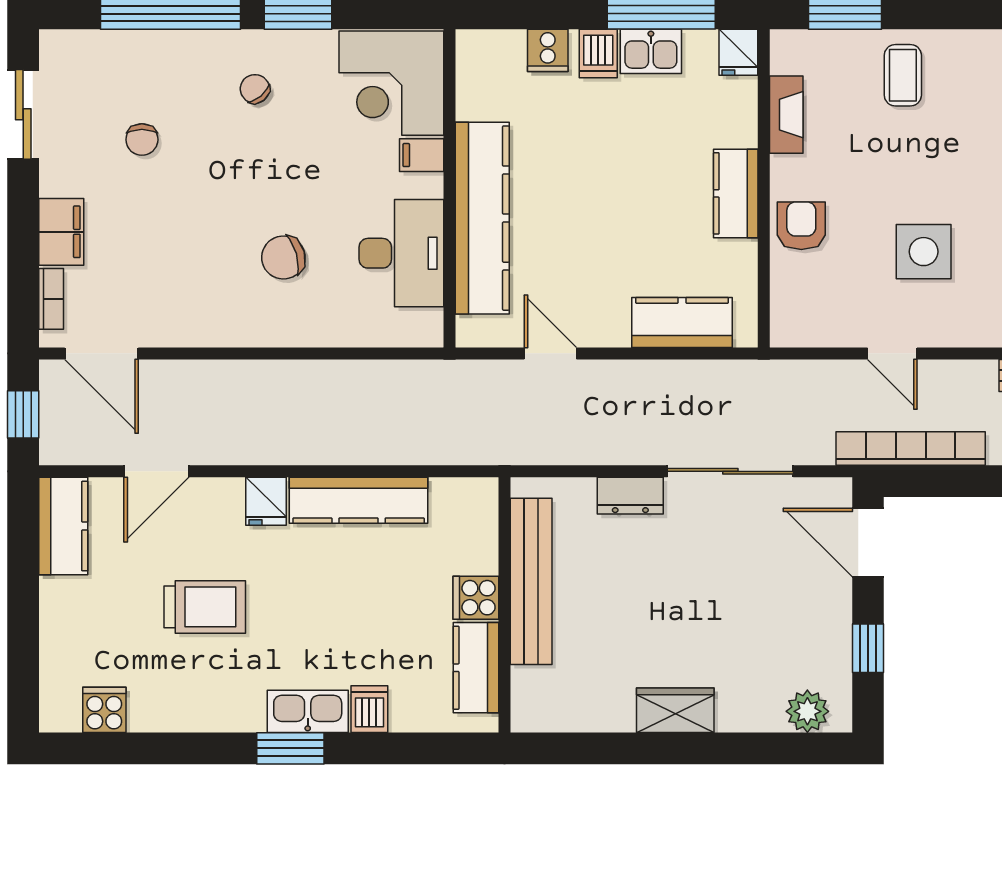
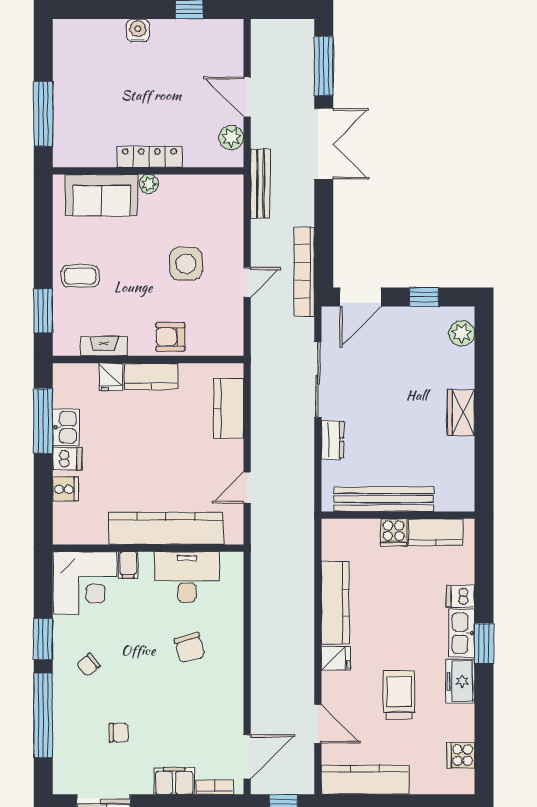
fridge: (738, 52) -> (111, 377), moved, turned 90
kitchen counter: (63, 526) -> (365, 780), width x1.50
freezer: (227, 709) -> (460, 681), added

